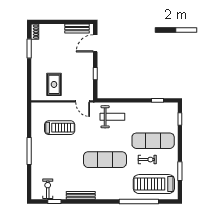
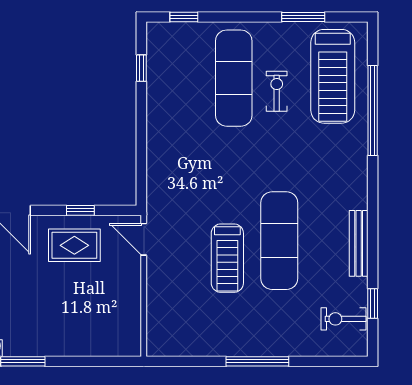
rug: (54, 84) -> (74, 245), moved
door: (83, 101) -> (144, 239), swing flipped
weight bench: (112, 117) -> (179, 171), removed
treadmill: (60, 128) -> (227, 258), moved, turned 180
exercise mat: (105, 160) -> (279, 241), moved

